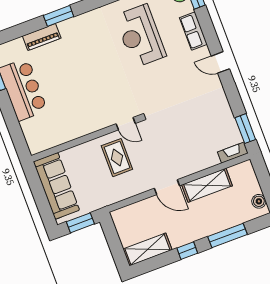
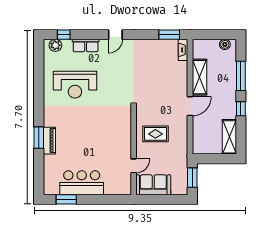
piano: (42, 37) -> (49, 141), moved
door: (126, 124) -> (134, 166), moved
sofa: (56, 186) -> (153, 185), width x0.73

